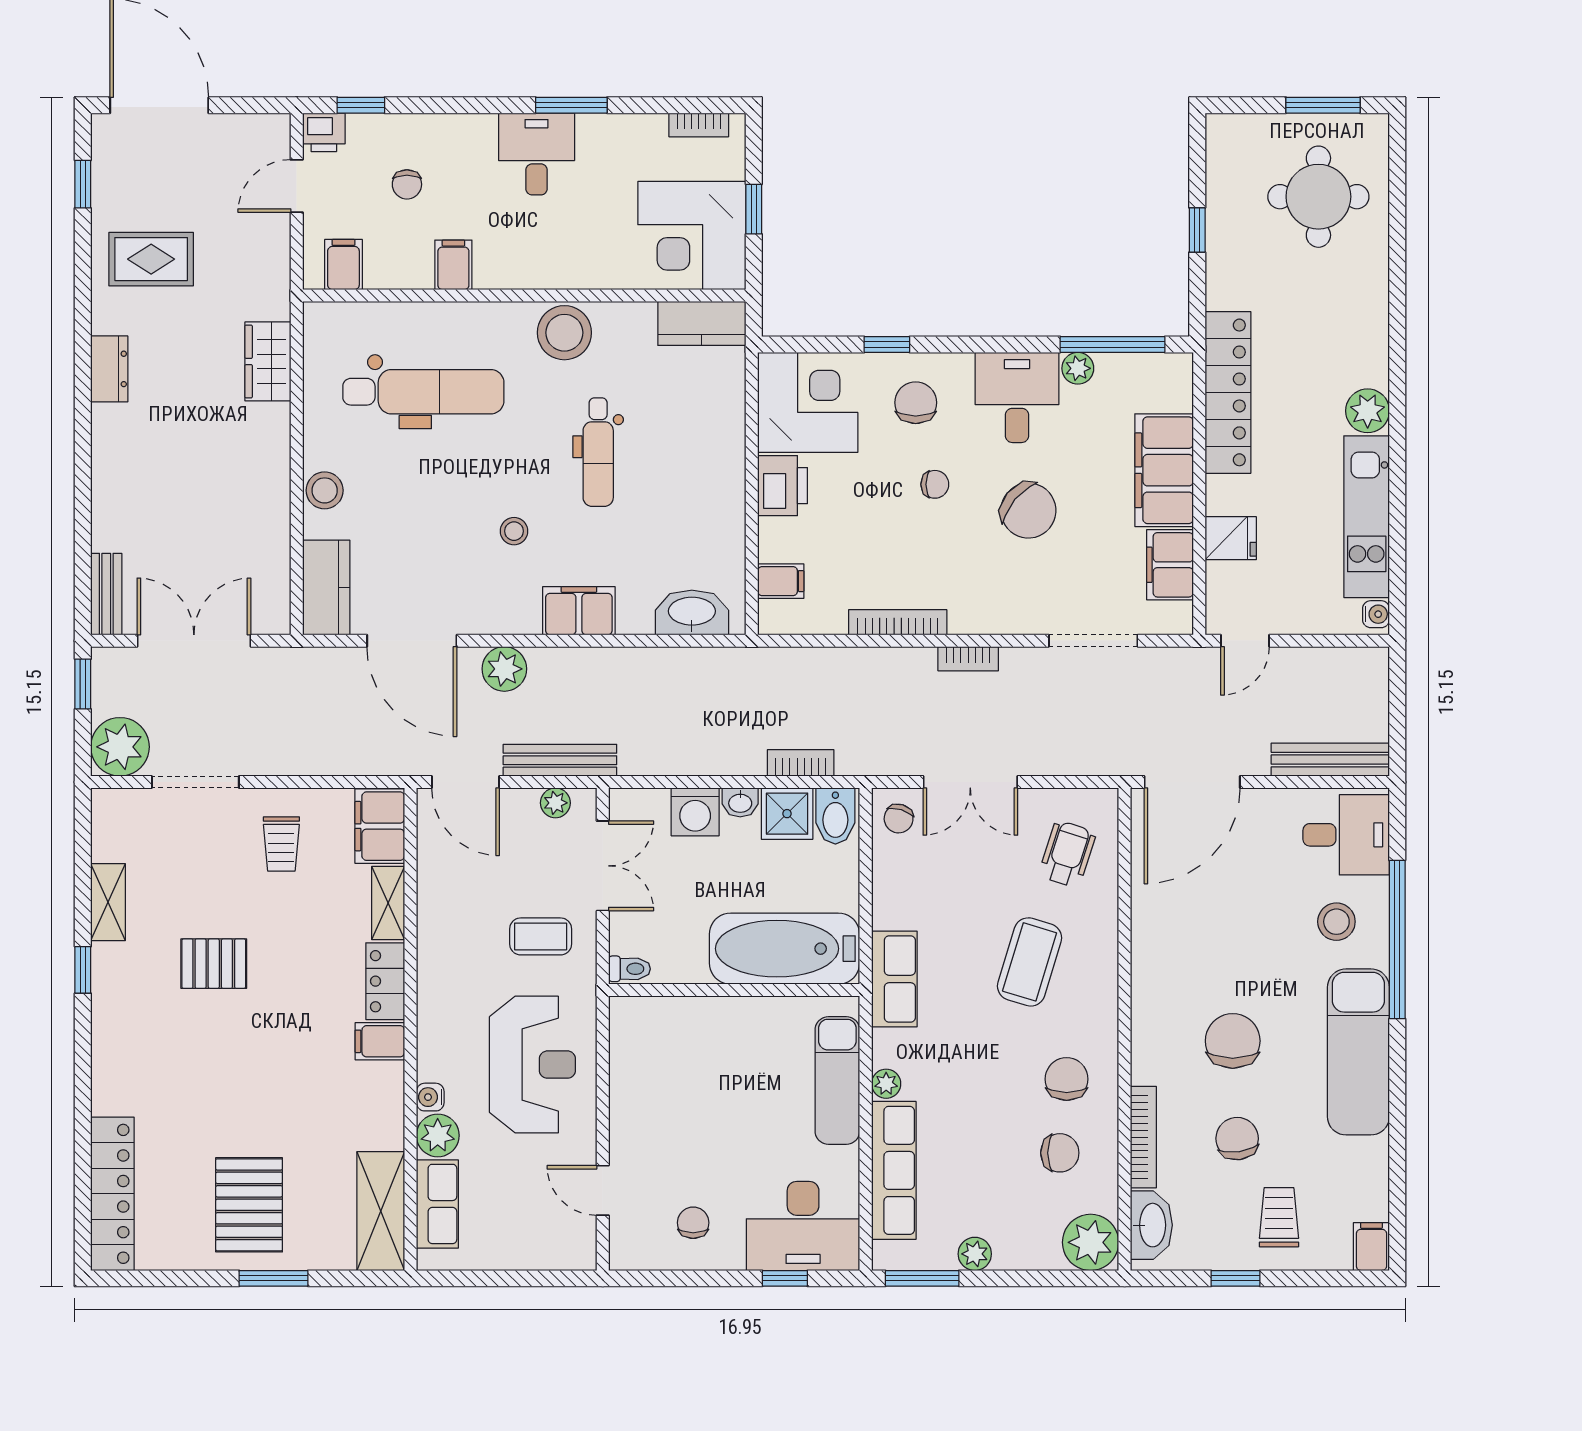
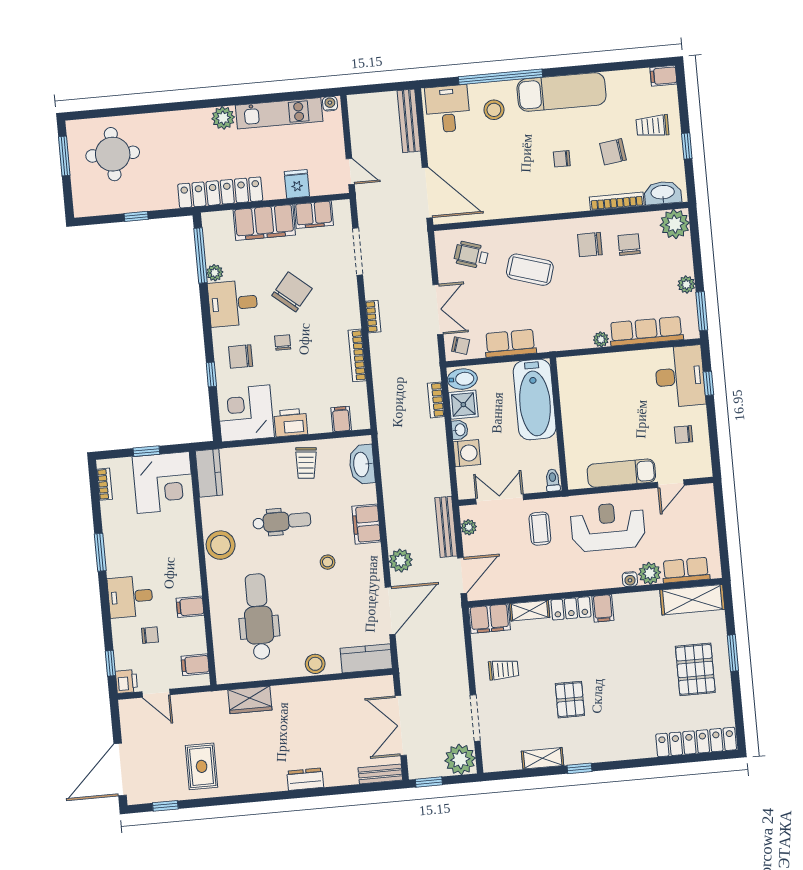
desk: (537, 154) -> (130, 597), moved
dresser: (109, 369) -> (305, 779), moved
trolley: (704, 508) -> (306, 463), added
row of seats: (894, 979) -> (510, 343), moved
chair: (1233, 1041) -> (562, 159), width x0.54, depth x0.54
exam couch: (837, 1080) -> (621, 473), moved, turned 180
pallet: (249, 1205) -> (695, 669), turned 90

